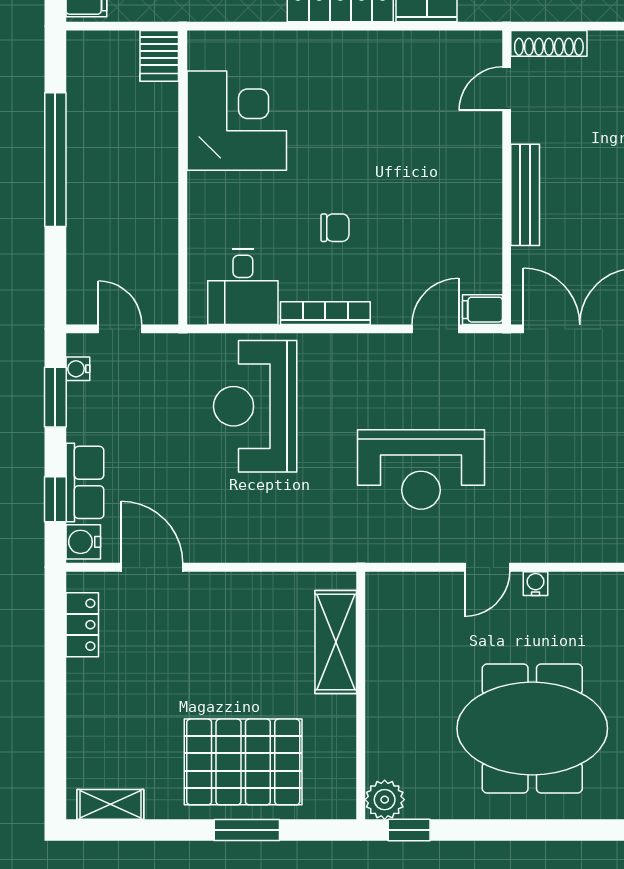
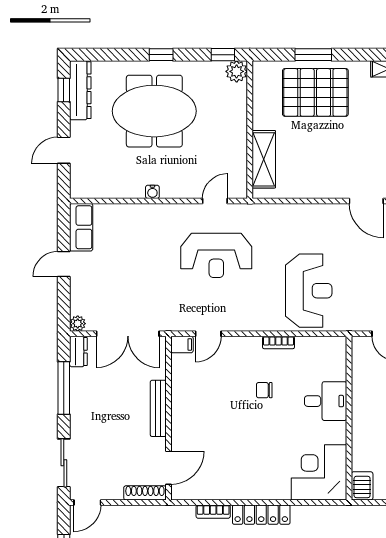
door: (507, 89) -> (169, 468), width x1.38
corner desk: (237, 121) -> (319, 472), moved, turned 90
desk: (243, 287) -> (326, 401), moved, turned 90
bookcase: (325, 313) -> (278, 343), width x0.64
reception desk: (421, 469) -> (216, 255), turned 180
door: (487, 567) -> (215, 201), moved
window: (520, 830) -> (161, 55), added

